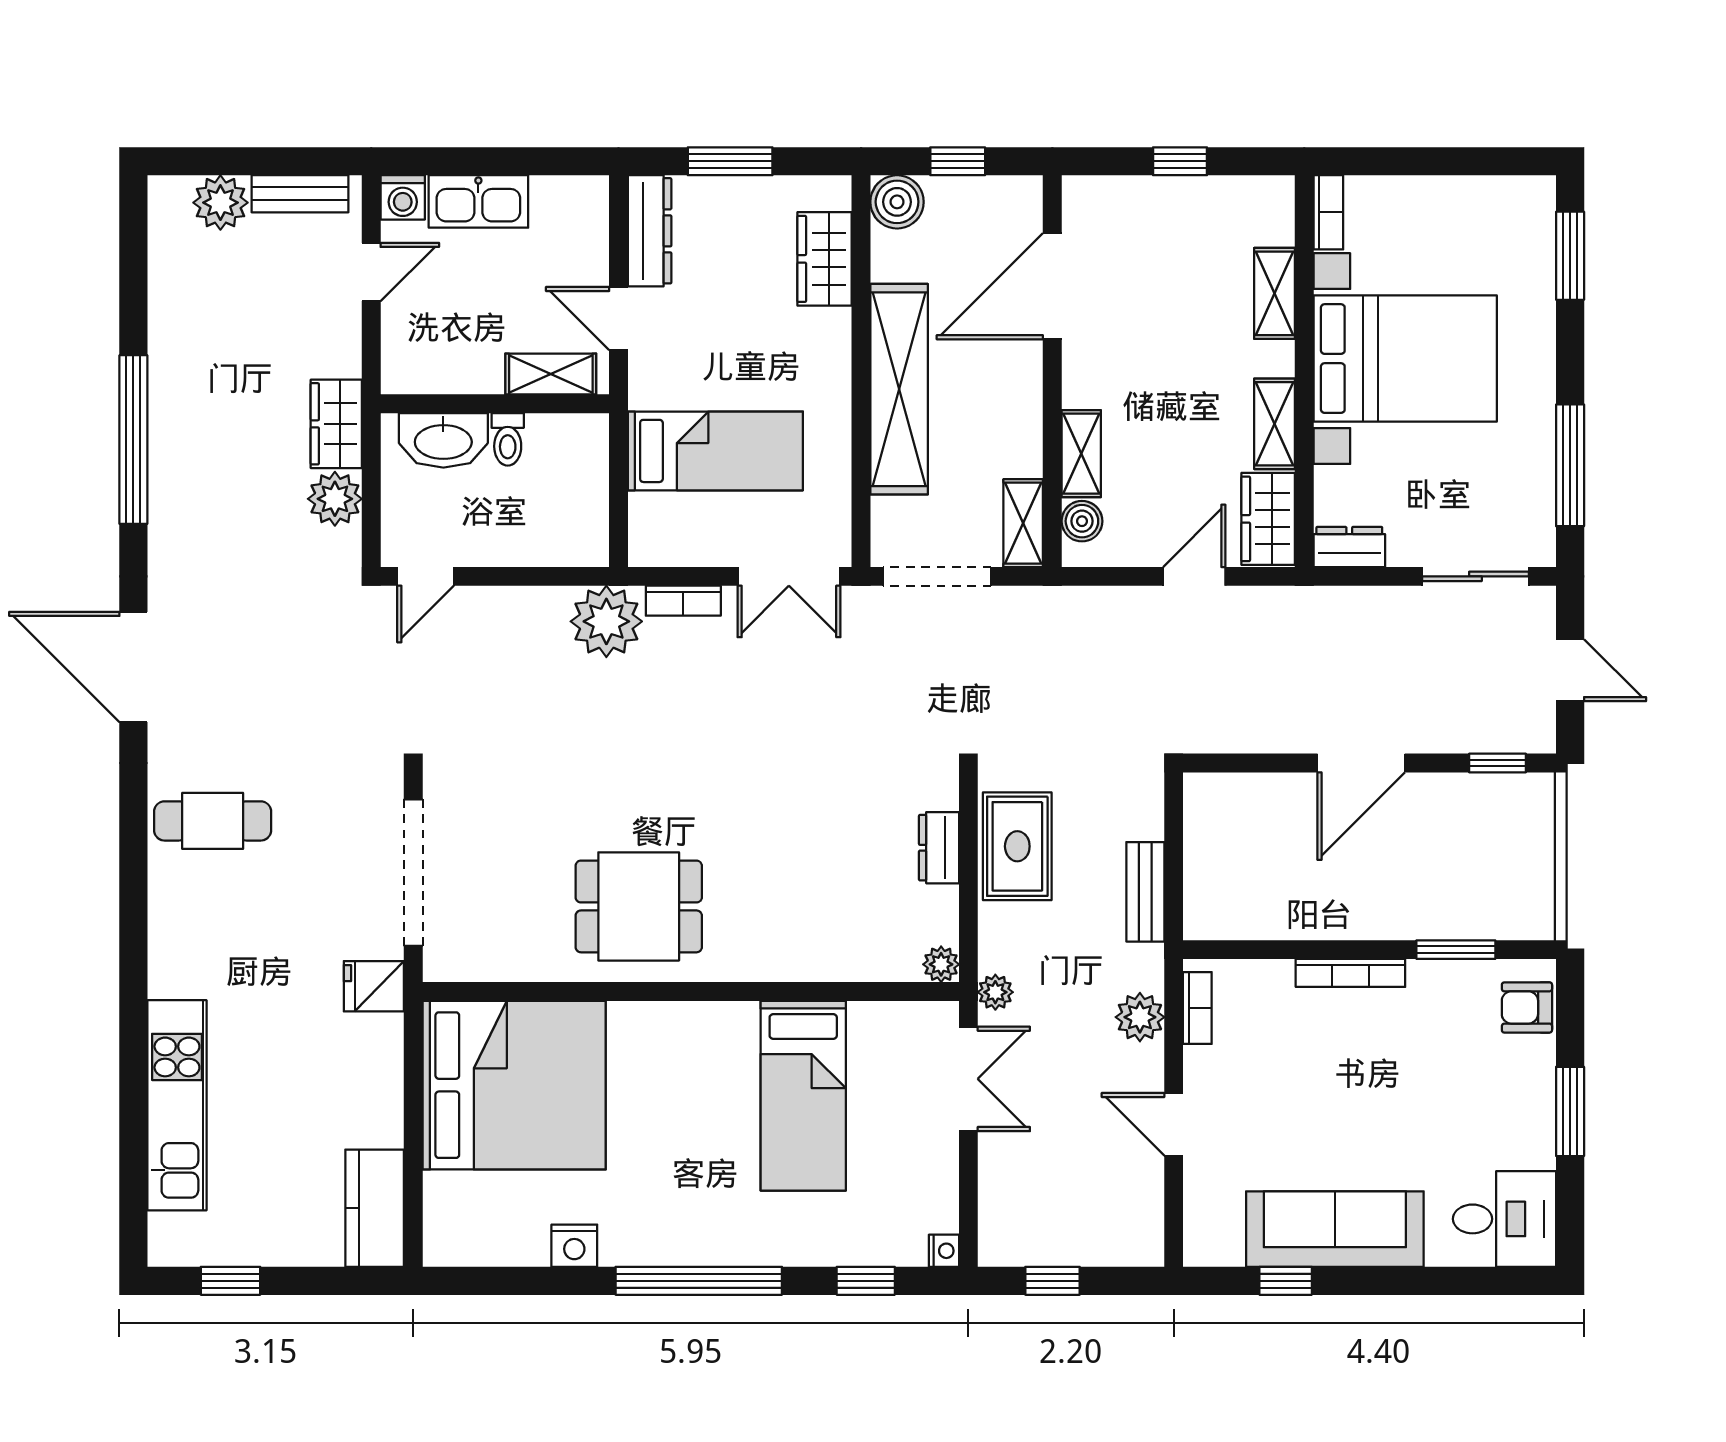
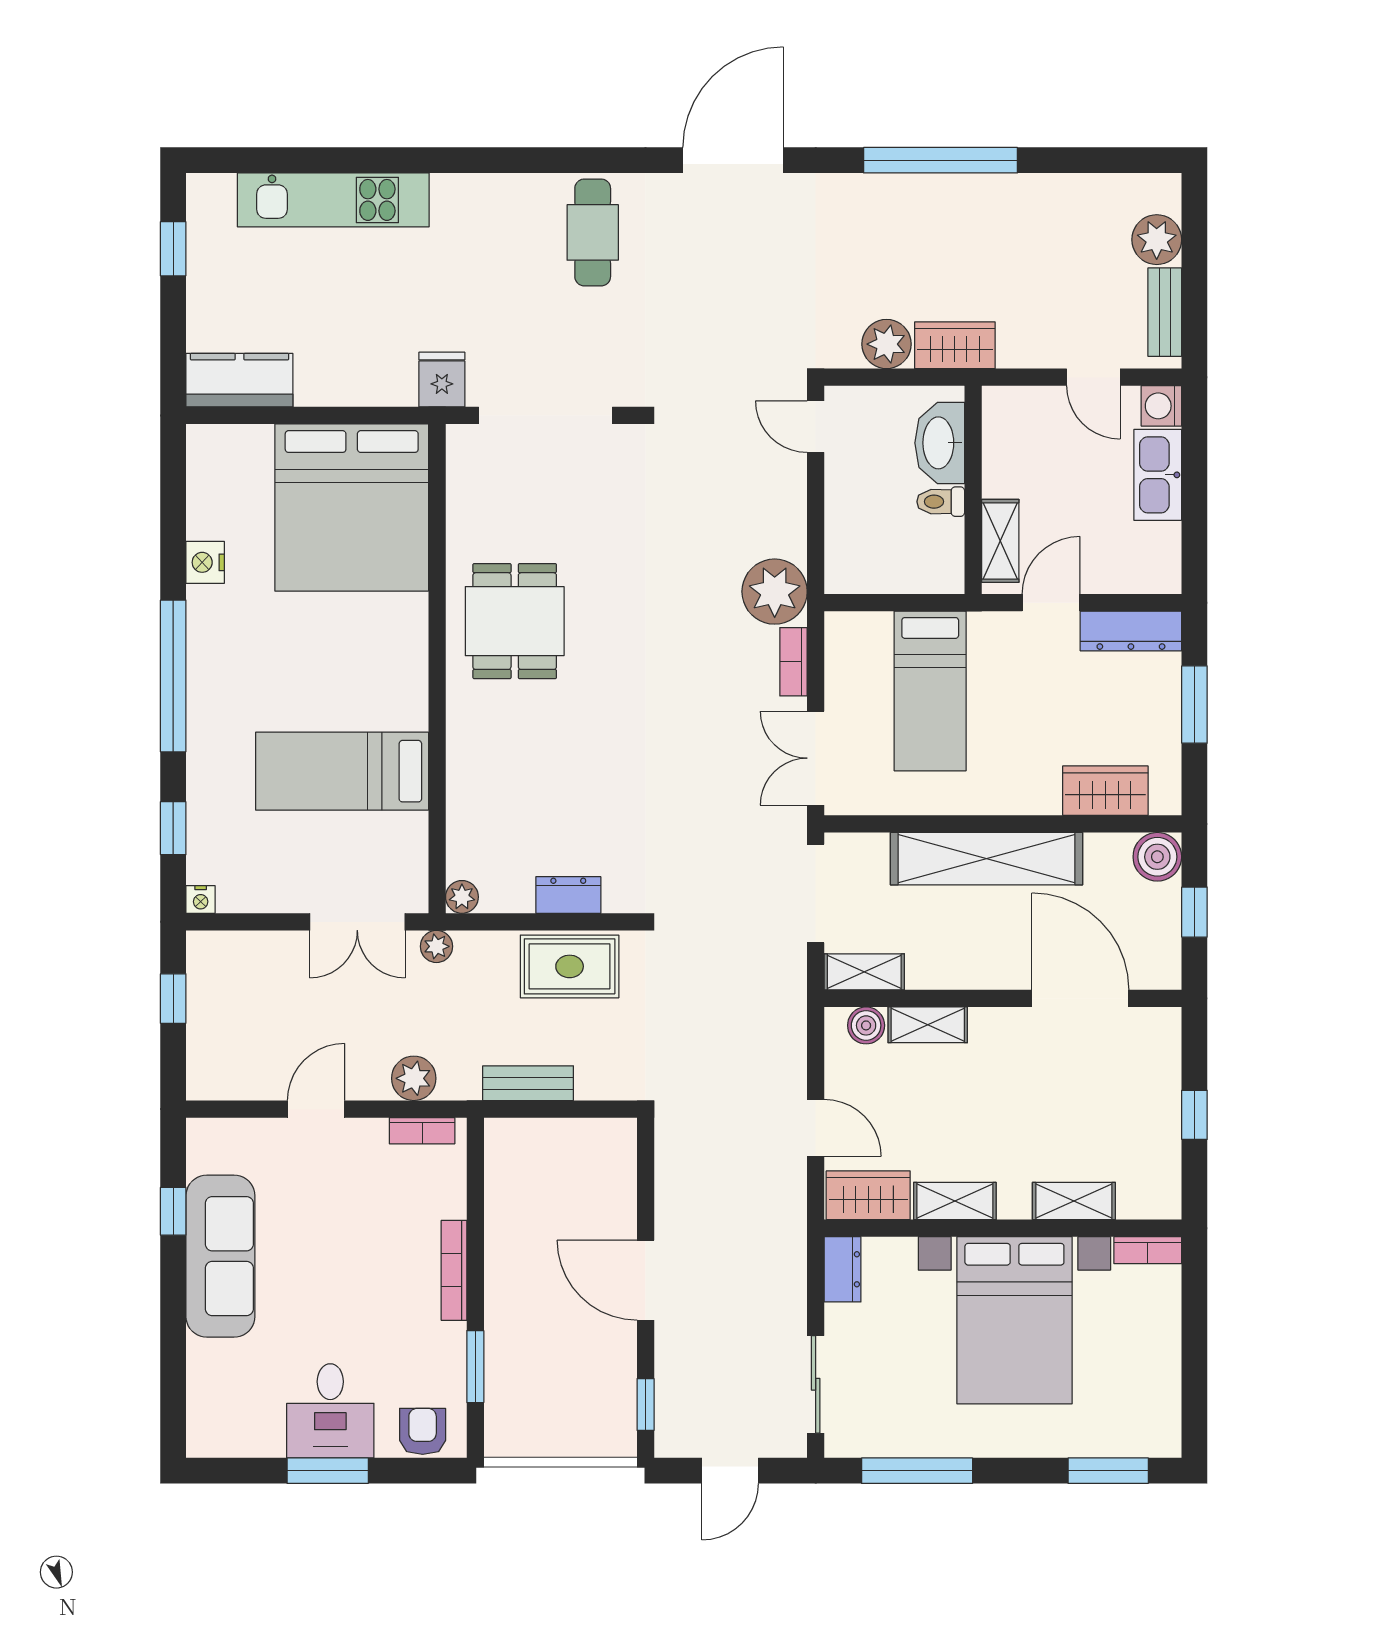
desk: (1504, 1219) -> (330, 1411), moved

